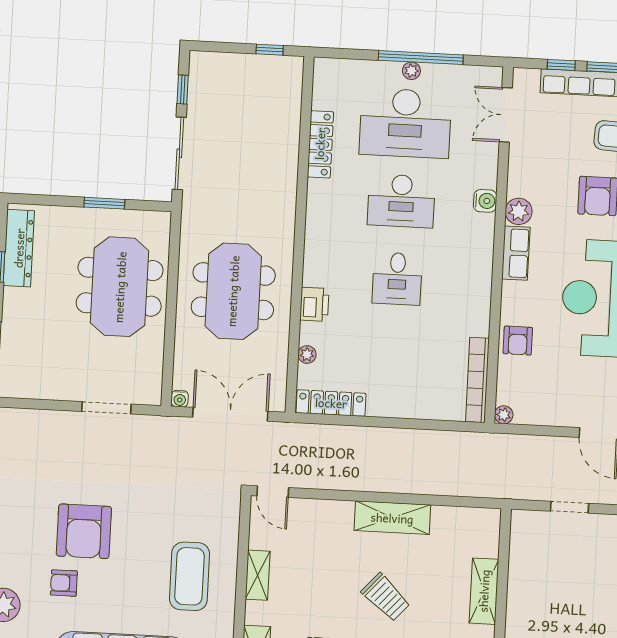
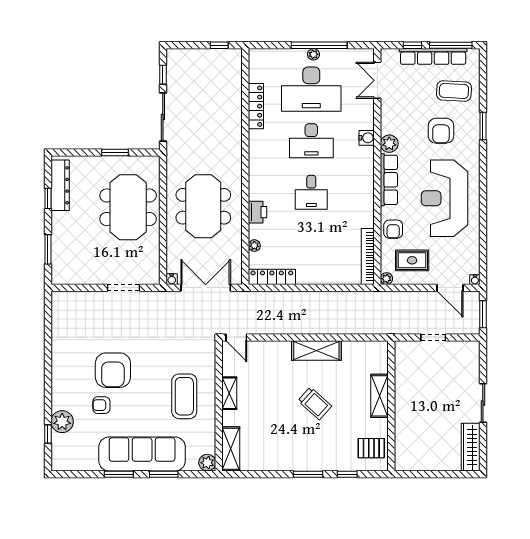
row of seats: (516, 253) -> (389, 180), width x1.48
rug: (544, 389) -> (412, 260), added

